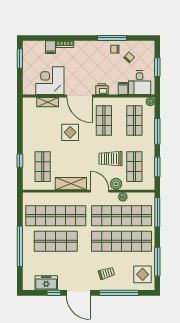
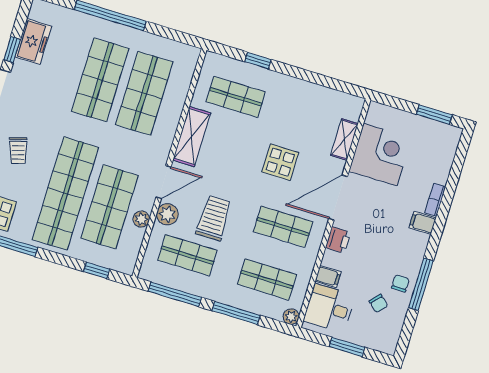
filing cabinet: (51, 47) -> (423, 223), moved
window: (157, 167) -> (175, 294), width x1.44
window: (157, 212) -> (97, 270), width x0.46
shop shelf: (56, 216) -> (144, 93), width x0.71
shop shelf: (121, 216) -> (110, 207), width x0.71

